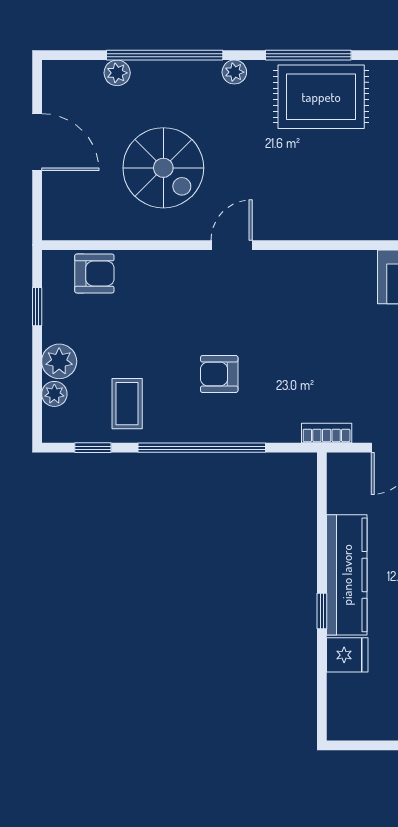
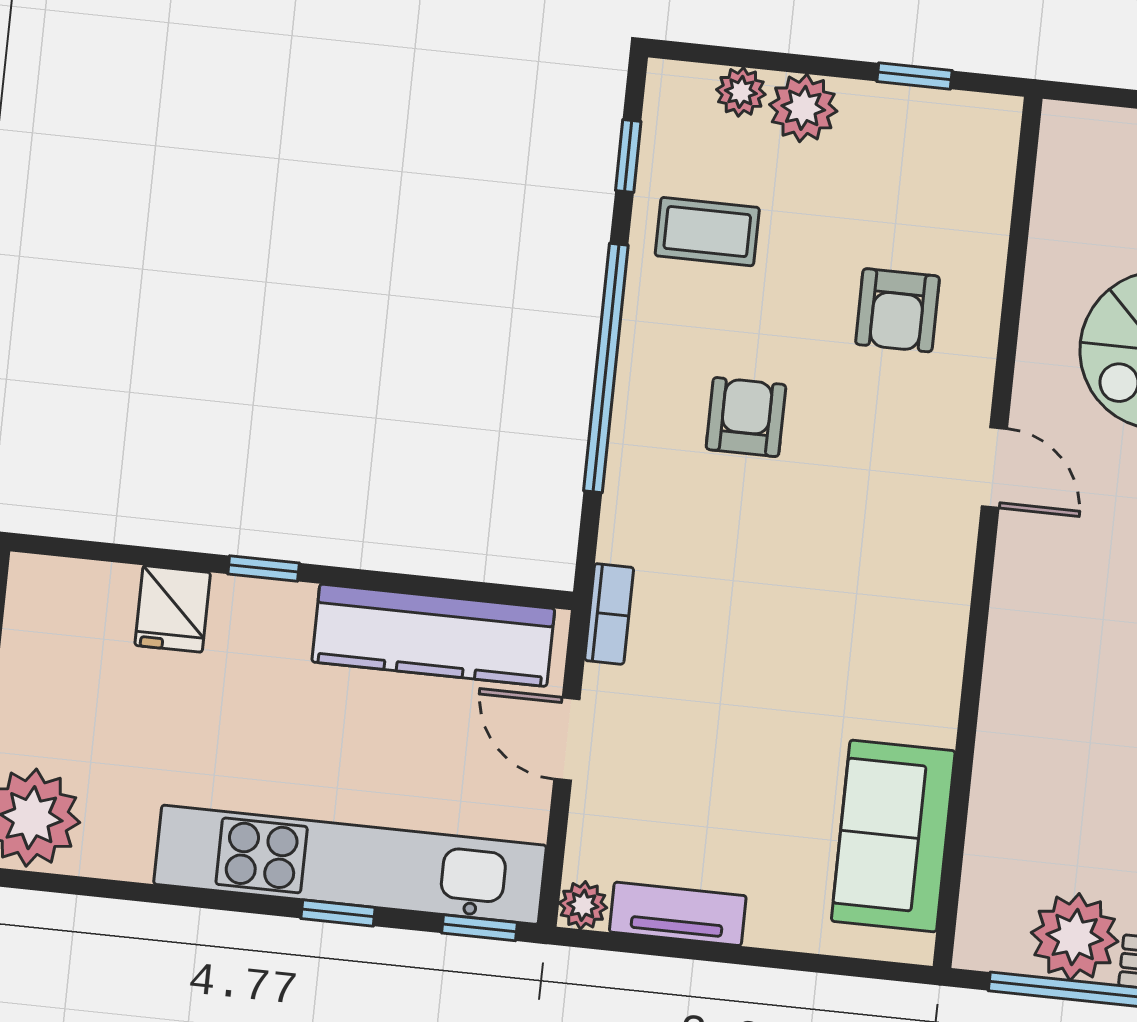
armchair: (94, 274) -> (897, 310), moved
kitchen counter: (347, 575) -> (433, 635), moved

